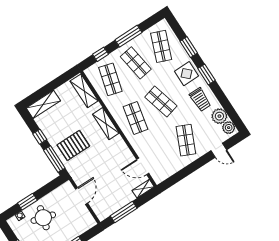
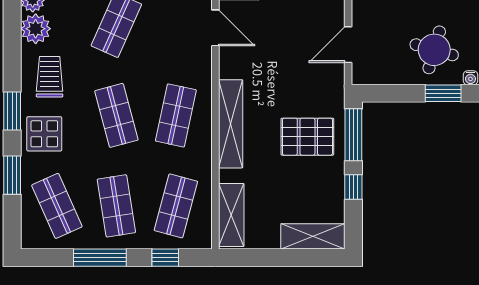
shop shelf: (161, 46) -> (57, 206), turned -45
shelving: (106, 124) -> (231, 124), width x1.47

